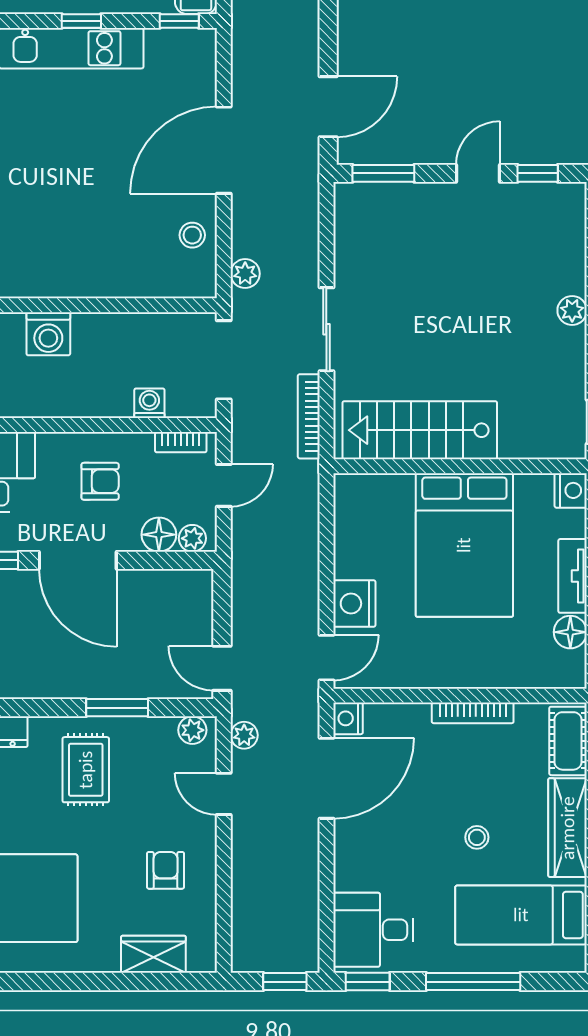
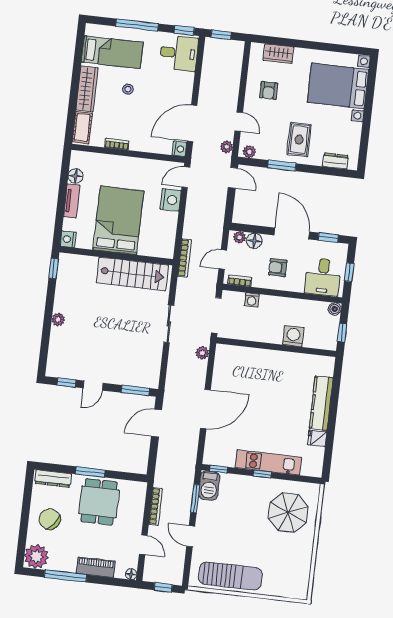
stool: (192, 235) -> (224, 373), removed
bookcase: (309, 416) -> (184, 258), moved
bookcase: (473, 713) -> (117, 144), width x0.64

